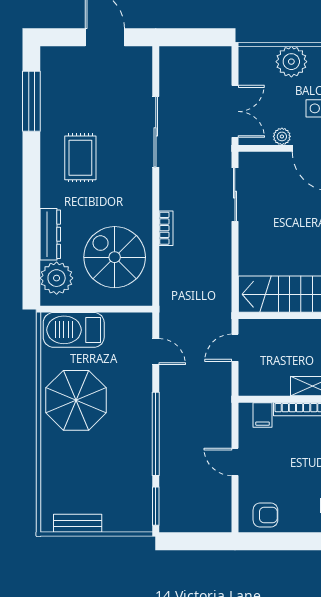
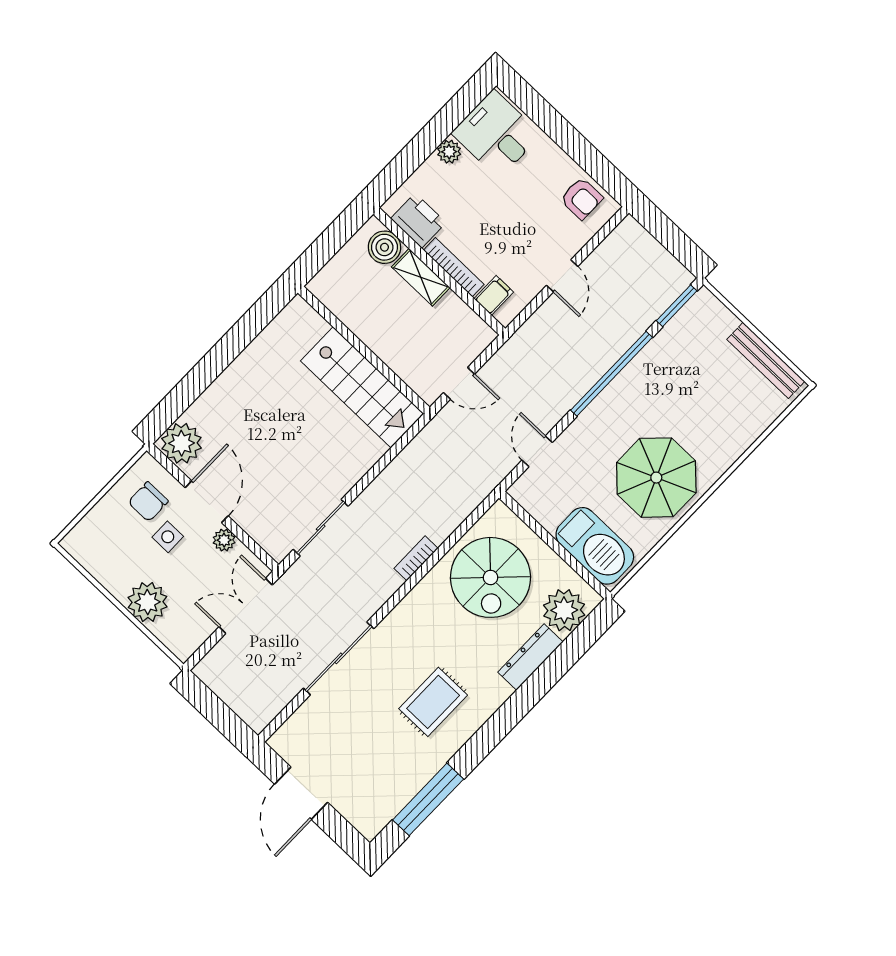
armchair: (265, 515) -> (581, 198), turned 180
bench: (78, 523) -> (766, 360), width x1.36

